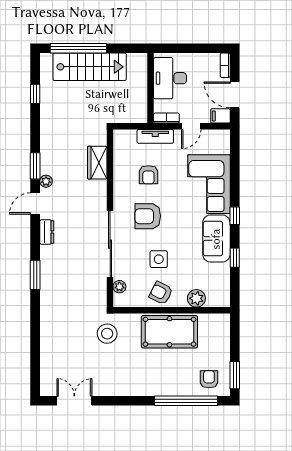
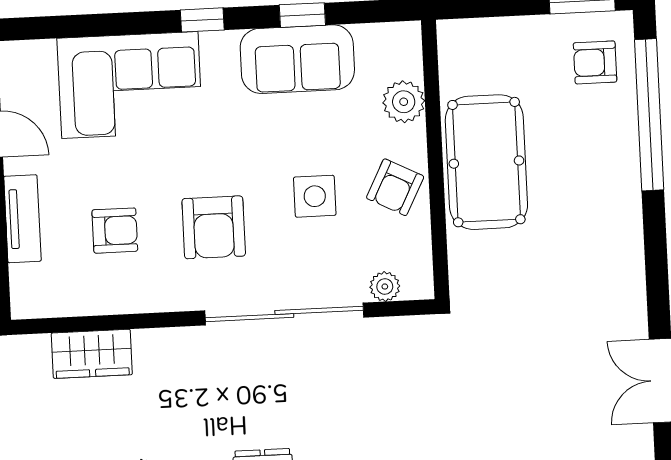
sofa: (216, 239) -> (297, 59), moved
stool: (107, 334) -> (498, 311), removed

